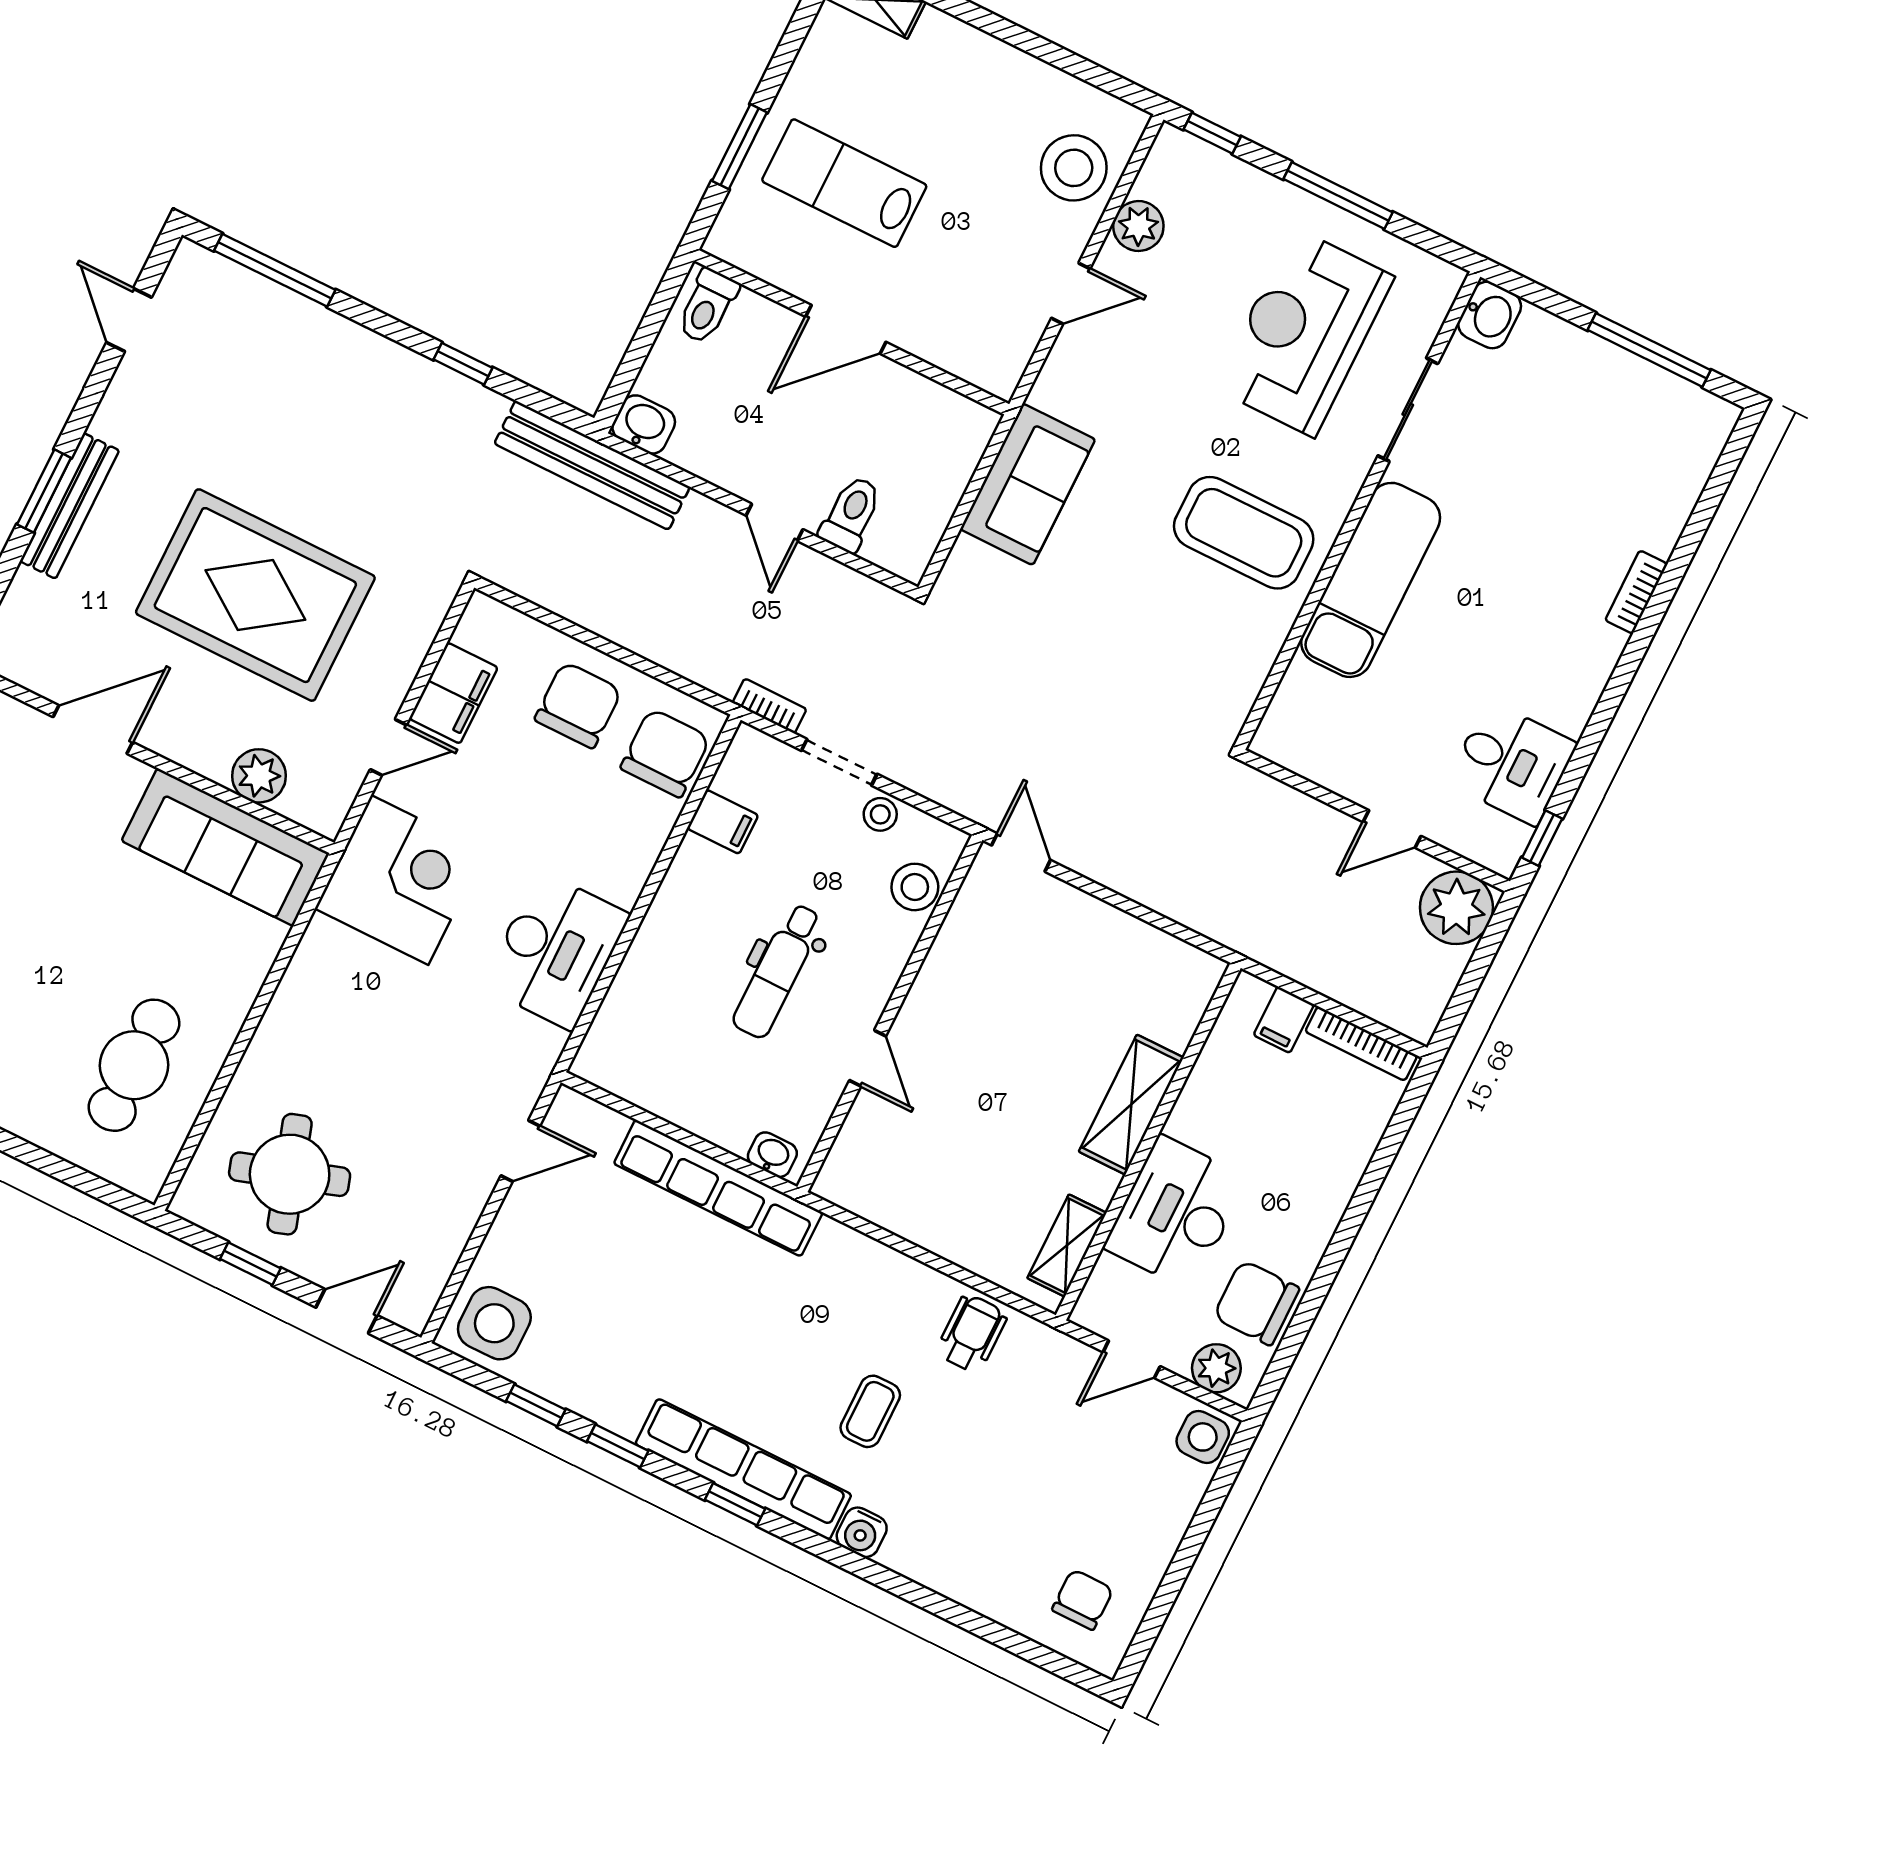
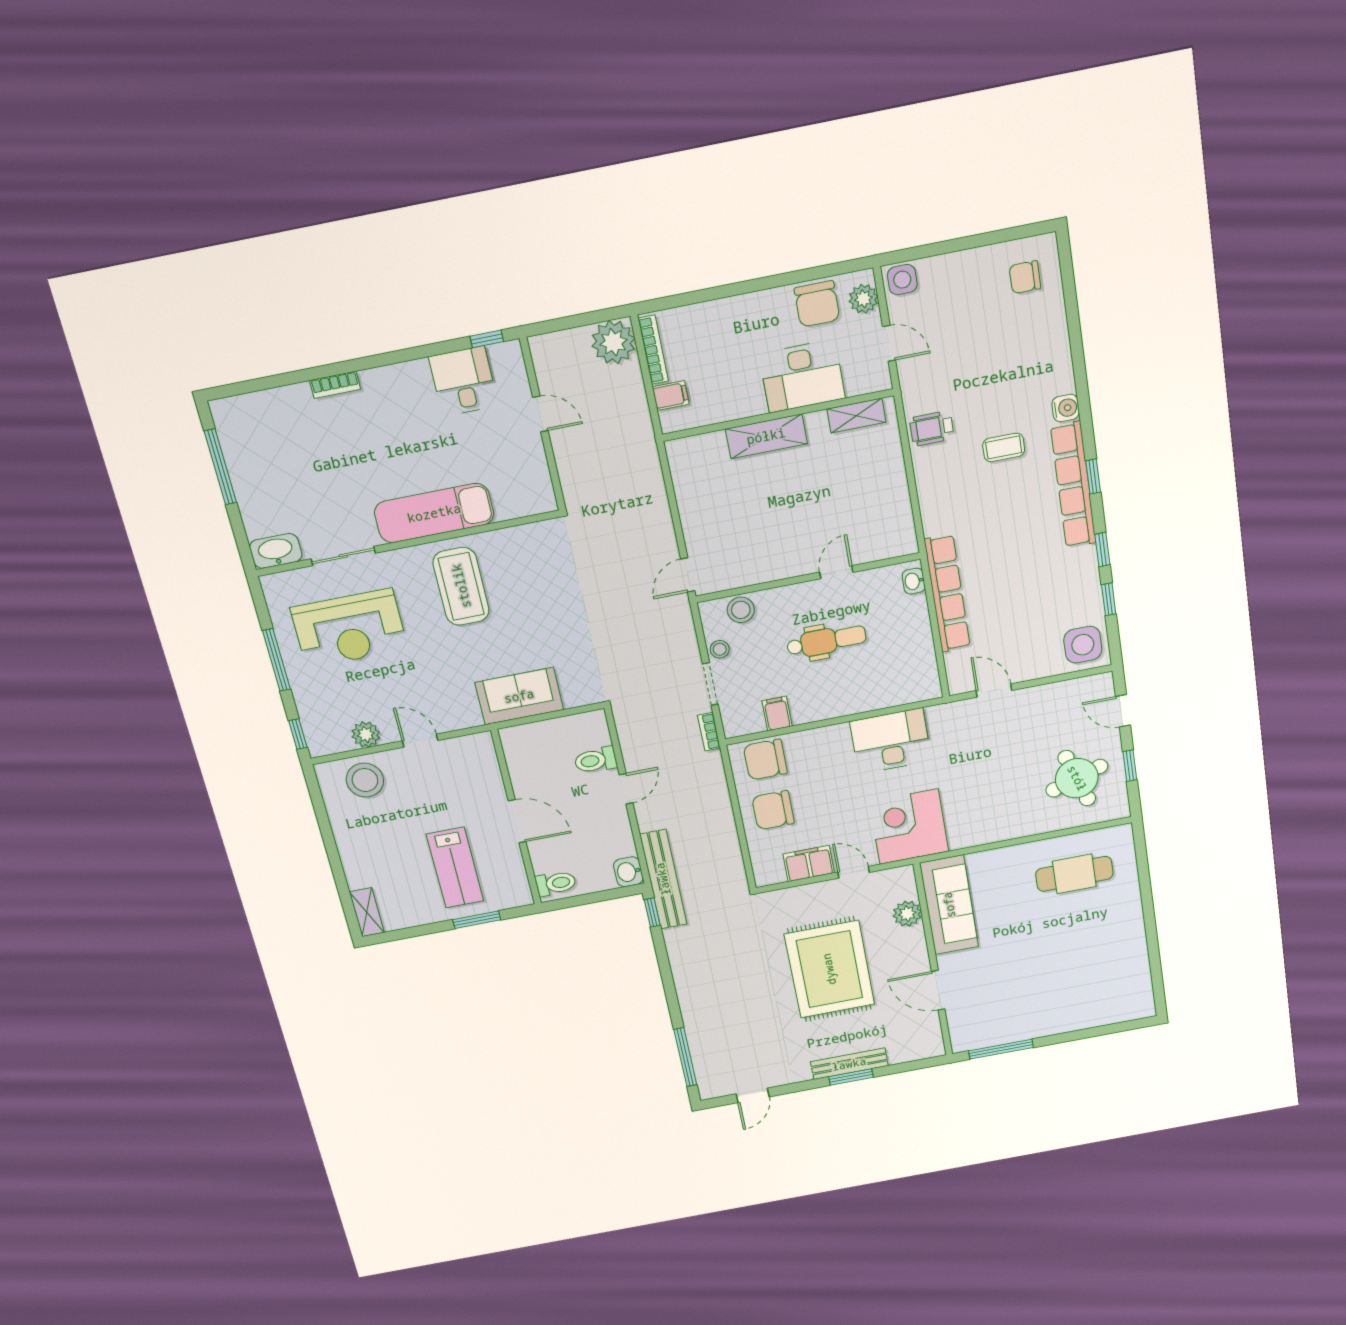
washbasin: (1490, 315) -> (276, 551), width x1.38
window: (463, 364) -> (652, 913), moved
plant: (1456, 908) -> (613, 342), moved

